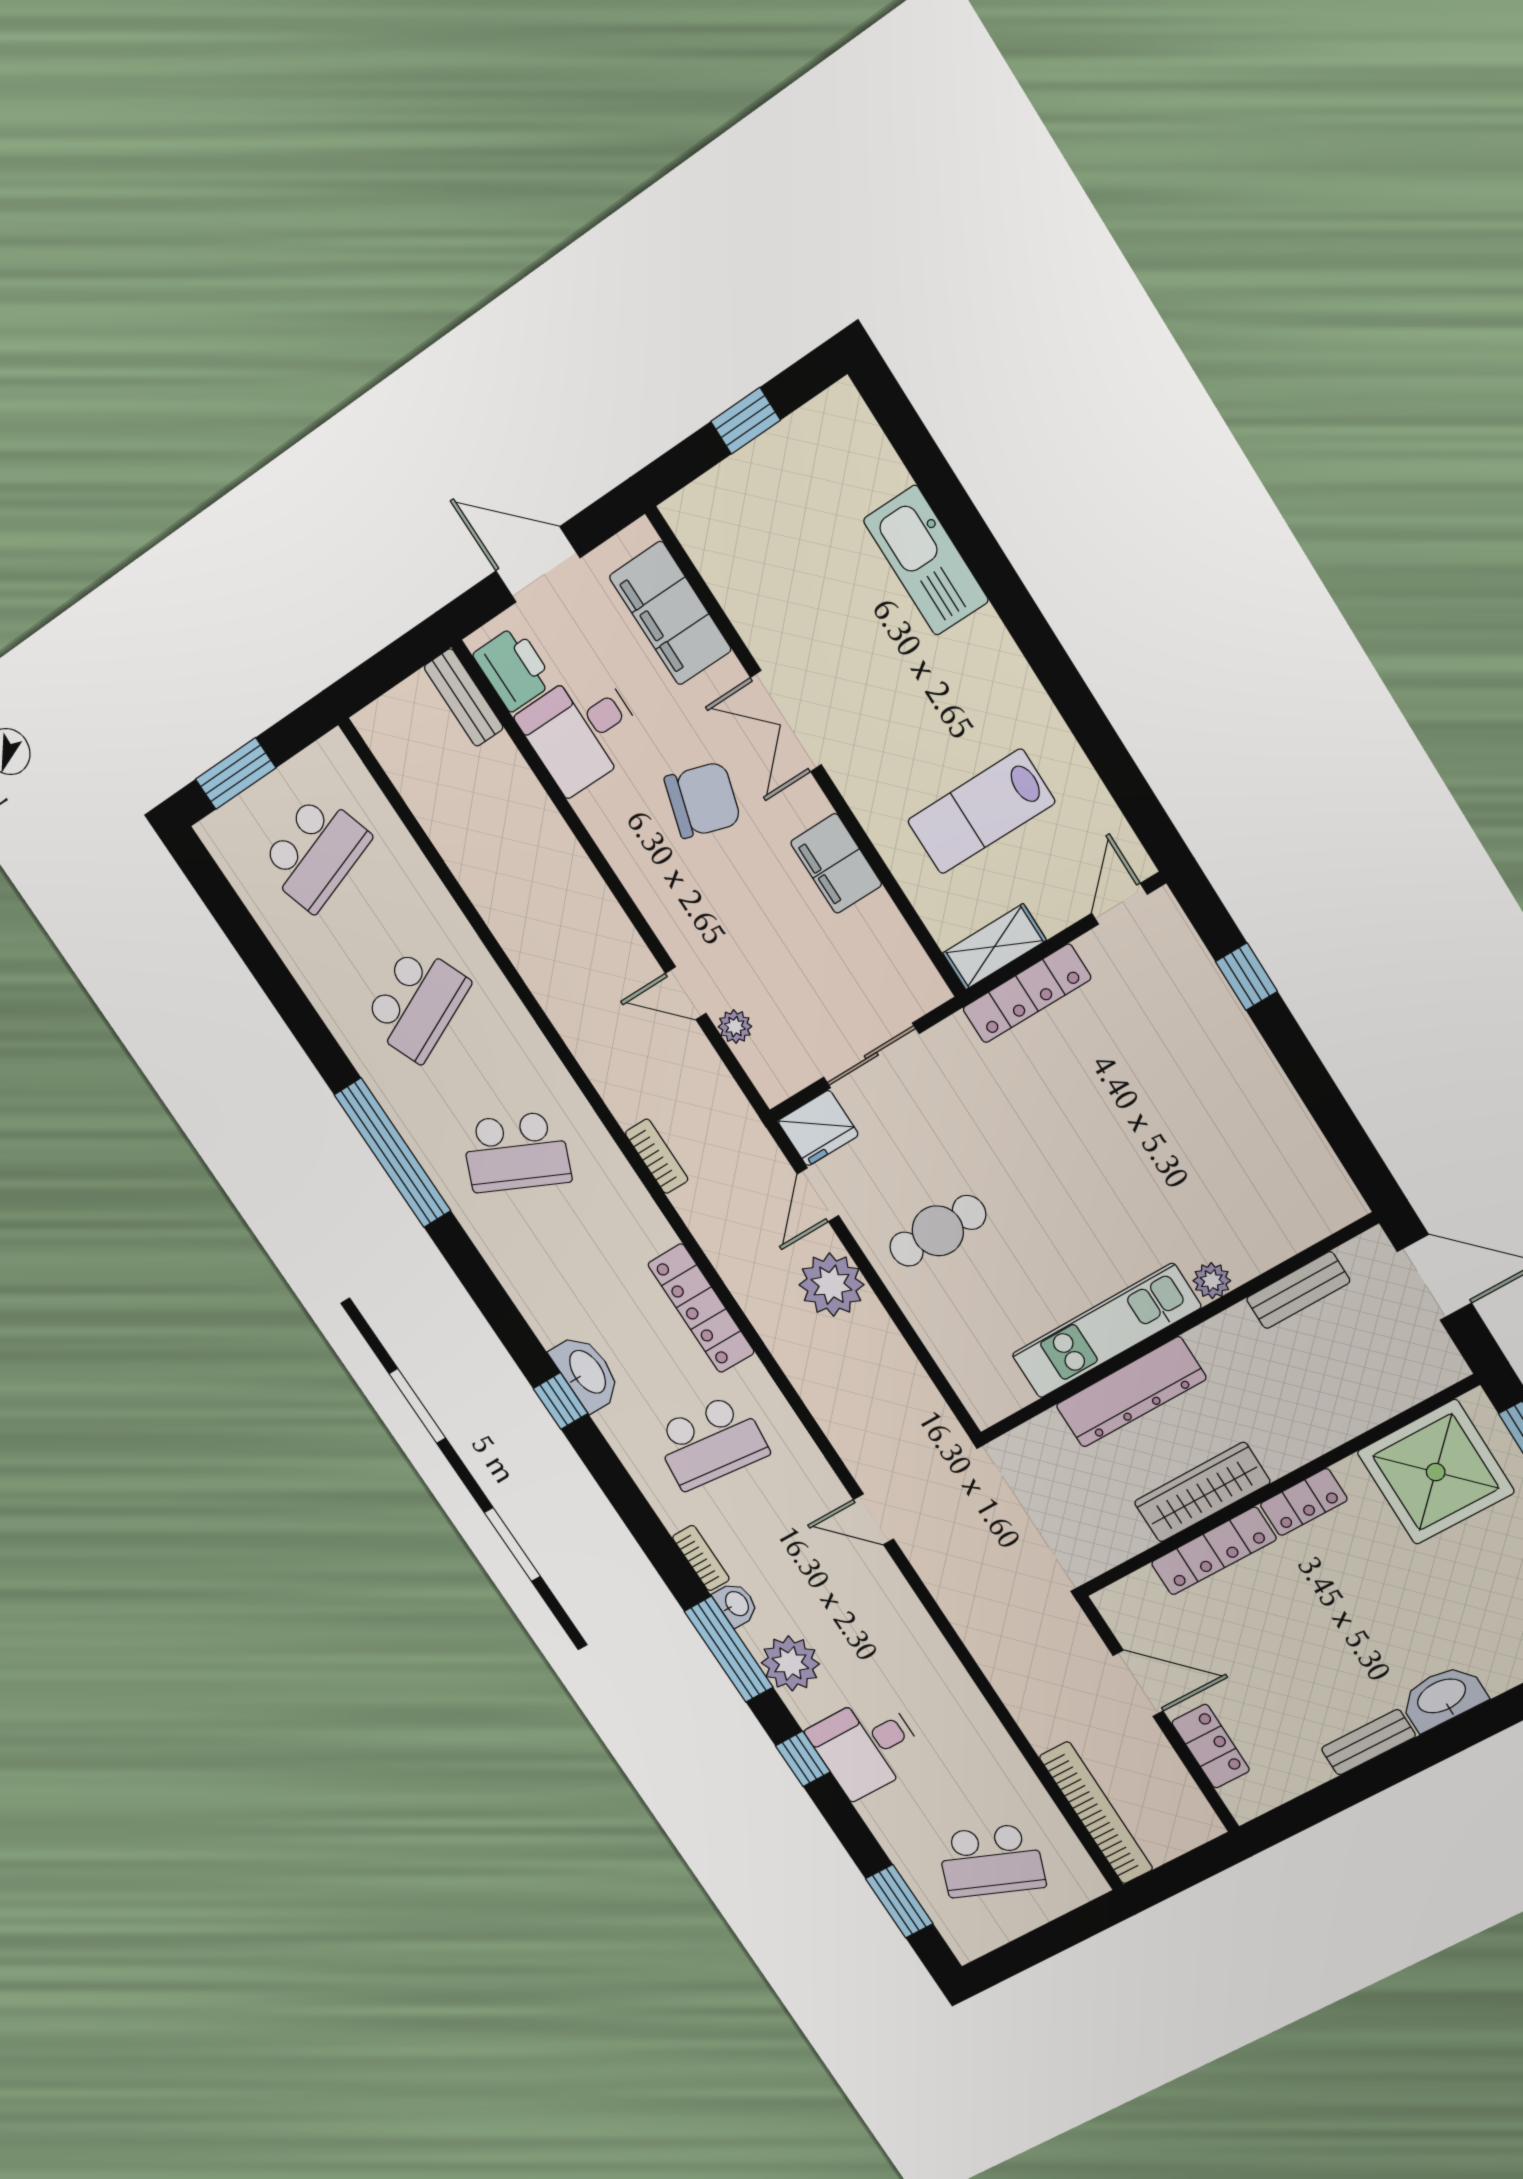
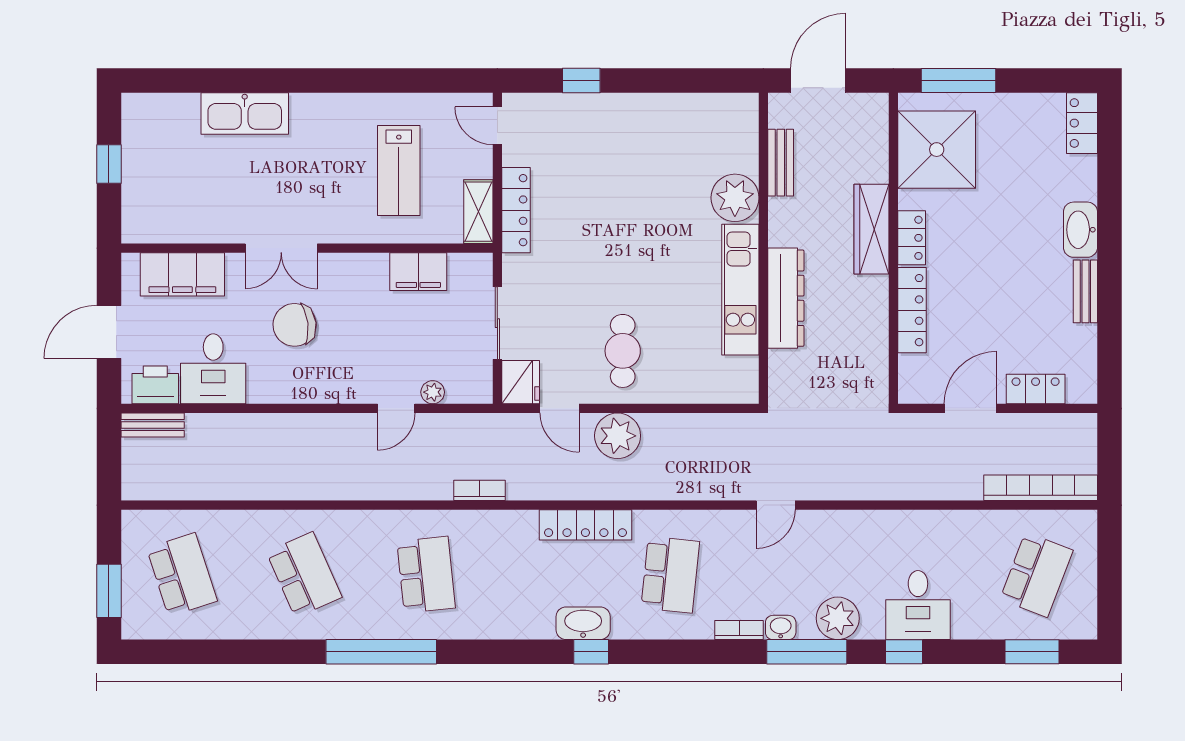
chair: (703, 800) -> (295, 325), turned -114
filing cabinet: (836, 863) -> (418, 272), moved
school desk: (516, 1152) -> (426, 575), turned -30
plant: (1212, 1281) -> (735, 198), width x1.87, depth x1.87
wardrobe: (1202, 1492) -> (871, 229), moved

